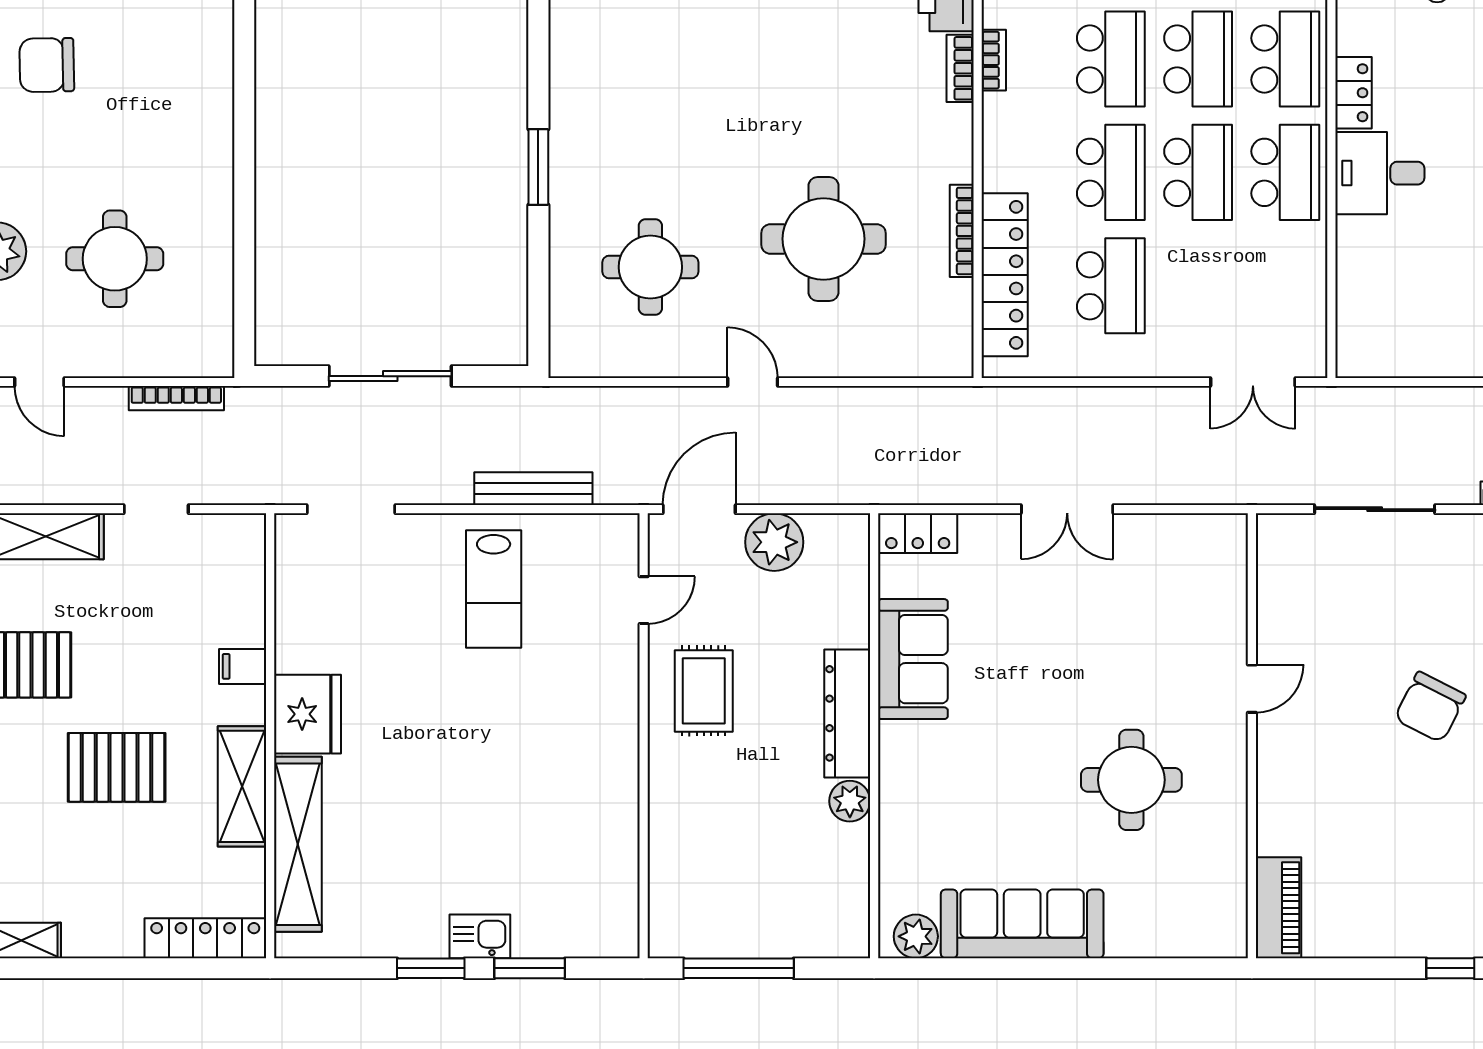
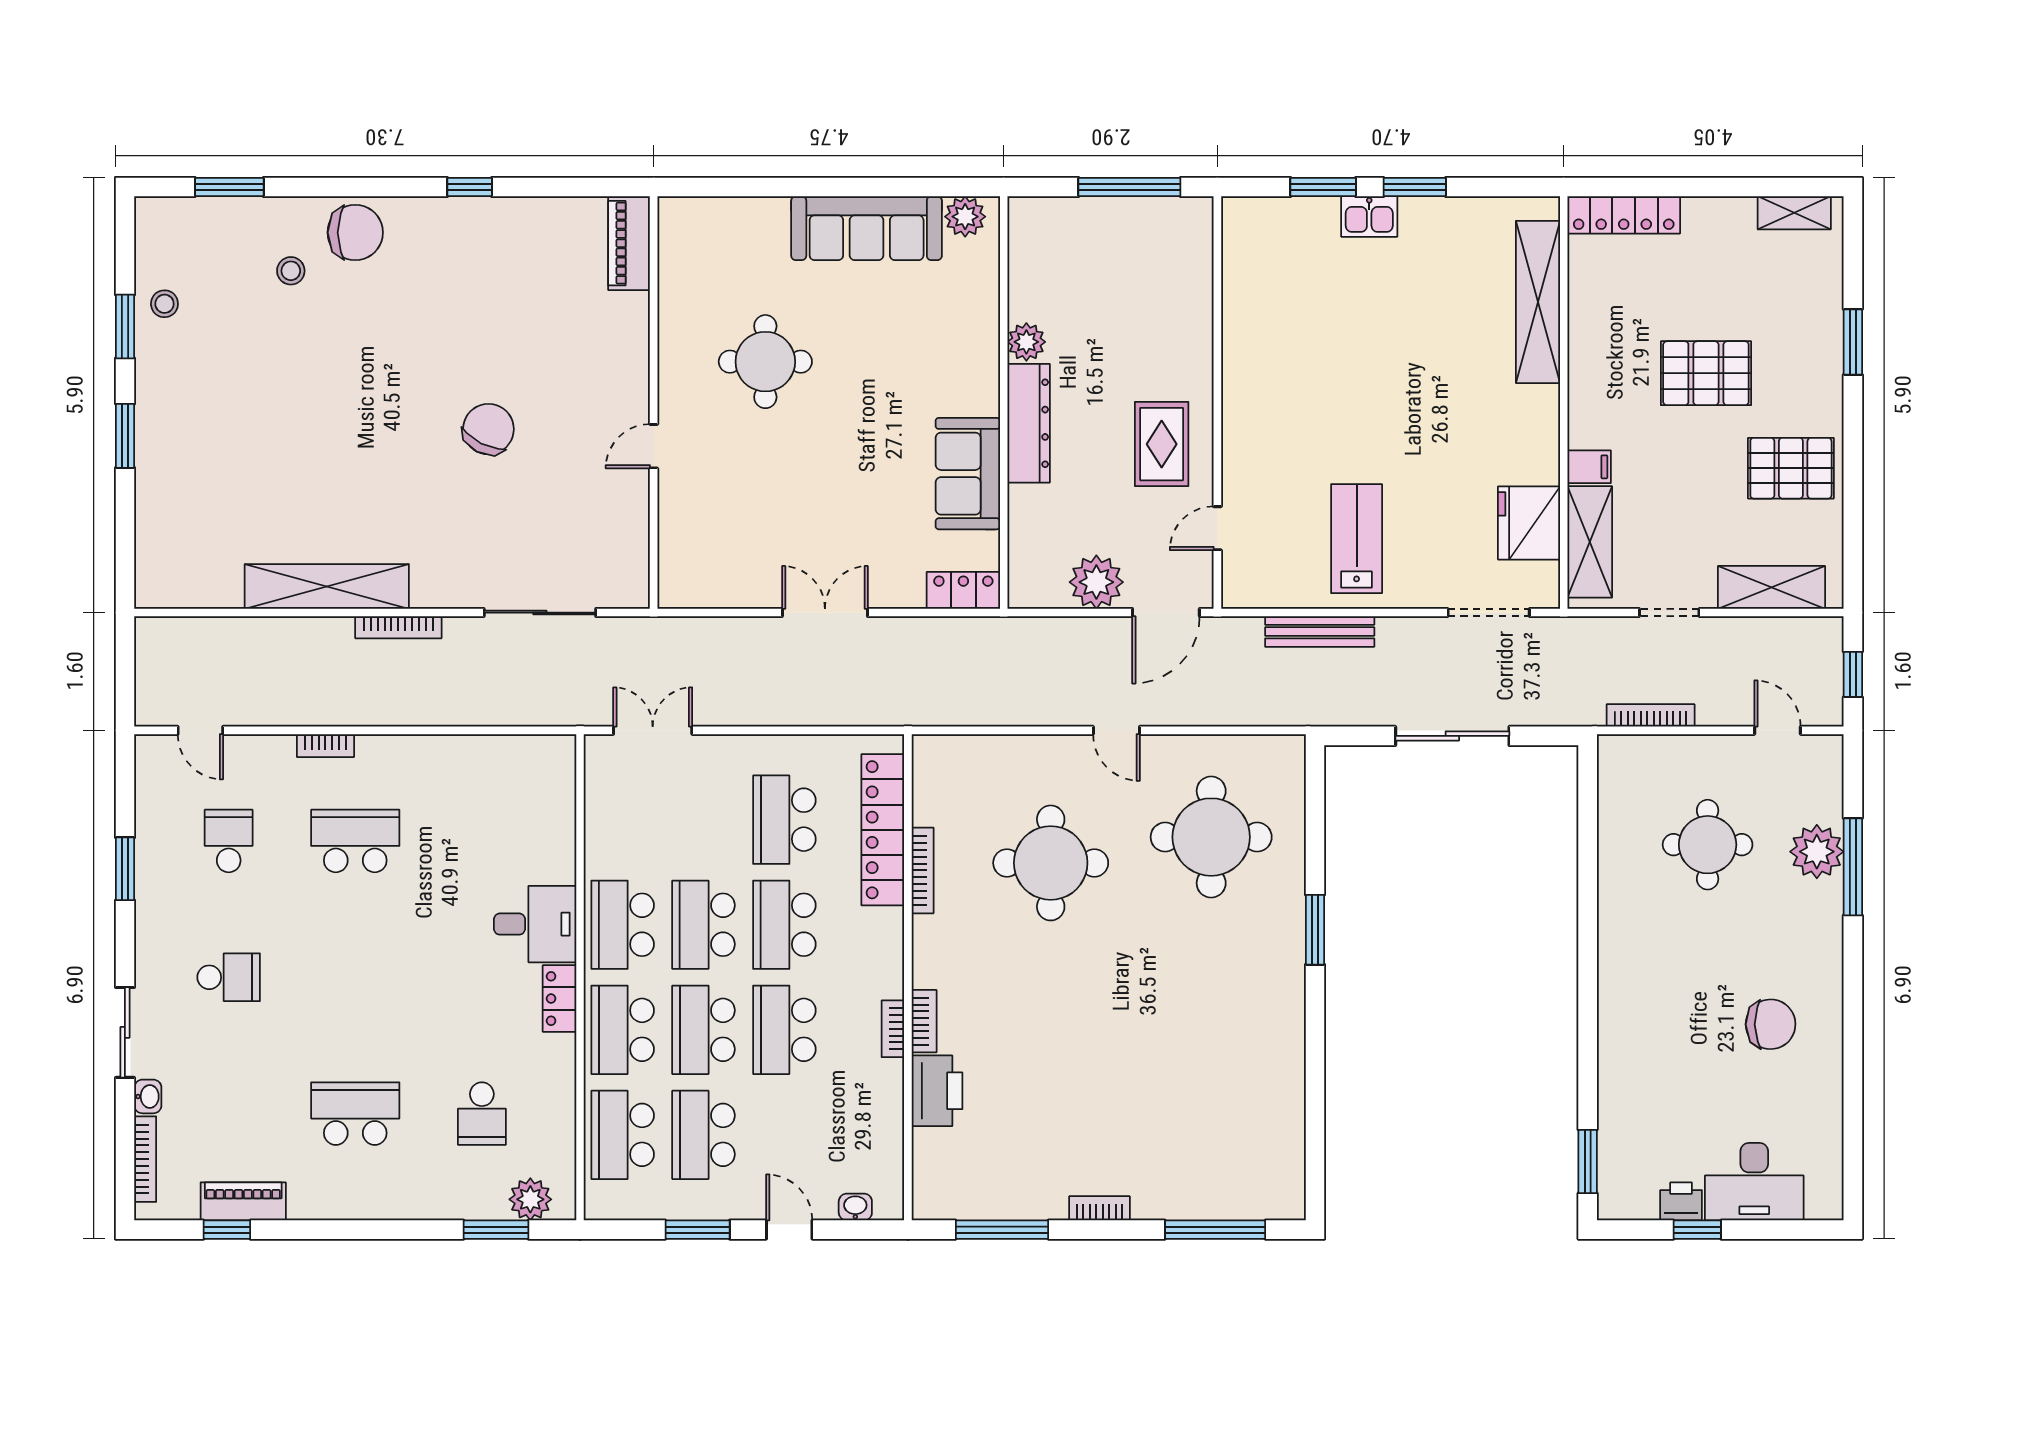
round table: (650, 267) -> (1211, 837), width x1.36, depth x1.36
fridge: (307, 714) -> (1529, 523), moved
shelving: (242, 786) -> (1590, 542), moved

